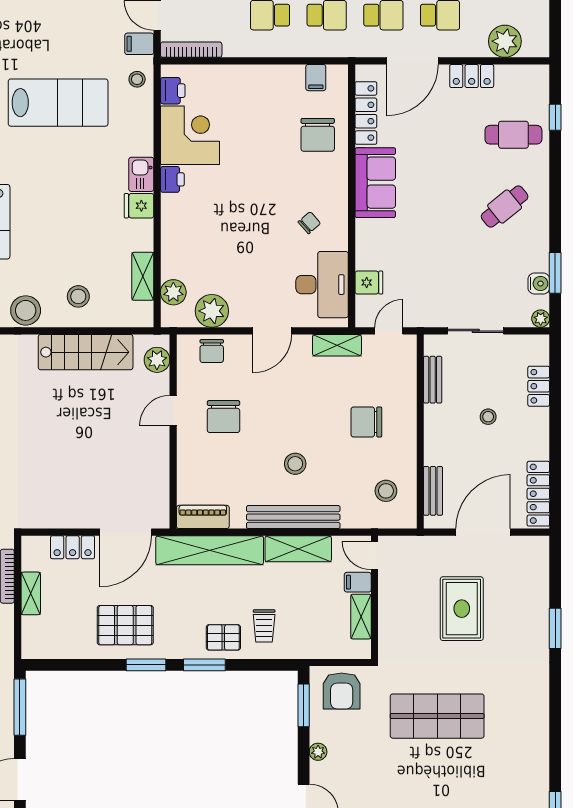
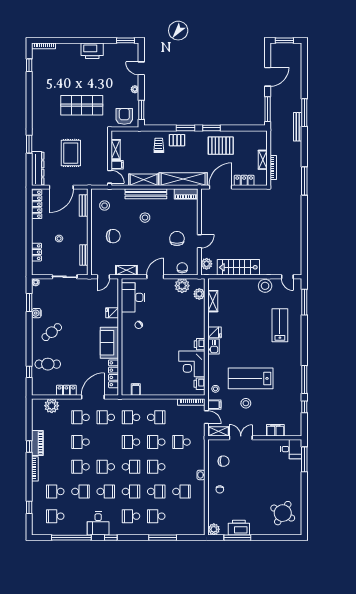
chair: (318, 135) -> (135, 364), removed
fridge: (369, 283) -> (112, 313), moved
water cooler: (539, 284) -> (36, 313), moved
stool: (78, 296) -> (246, 403), moved
dresser: (536, 574) -> (38, 169), added

